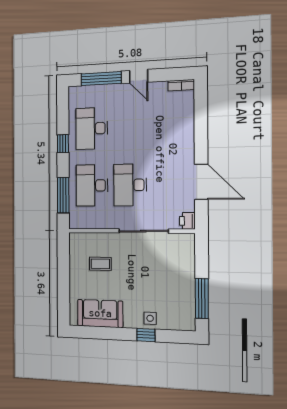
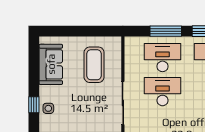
window: (63, 195) -> (166, 31), moved
coffee table: (100, 264) -> (94, 65), width x1.86, depth x1.72

